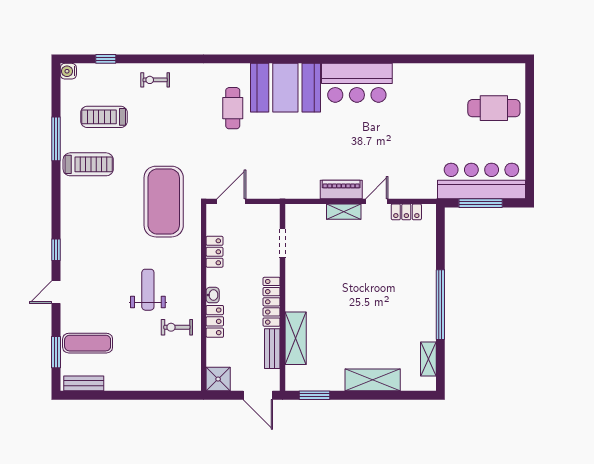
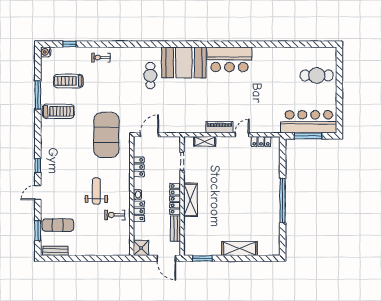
shelving: (344, 212) -> (205, 141), moved
shelving: (296, 338) -> (190, 200), moved
shelving: (428, 359) -> (275, 235), removed

